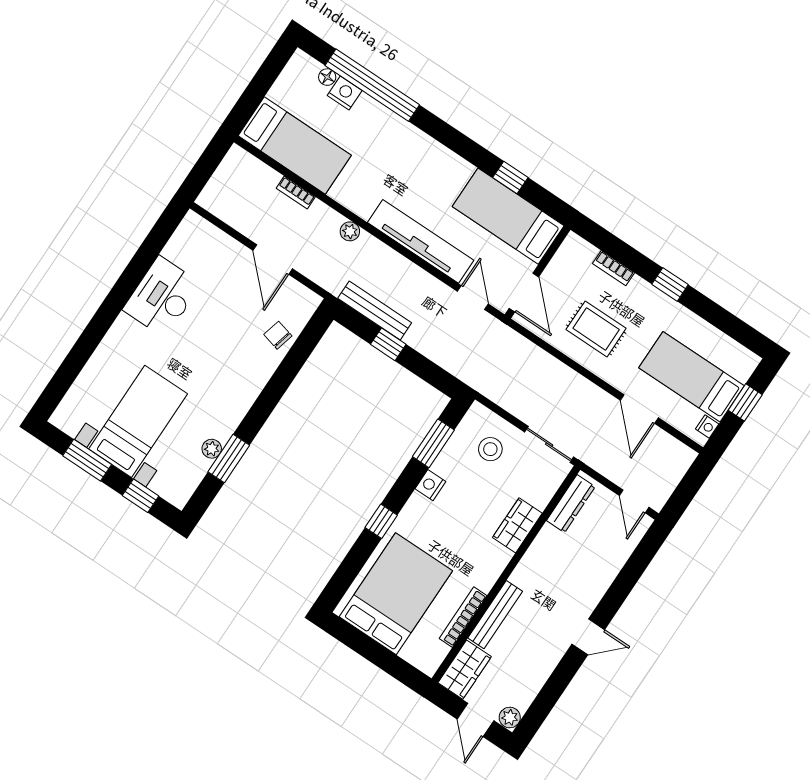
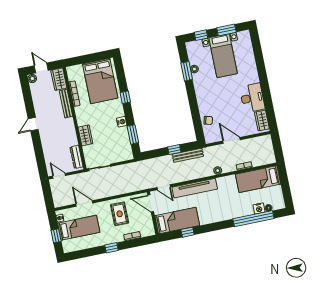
wardrobe: (185, 240) -> (262, 120), added
rug: (596, 329) -> (120, 214), turned 90
stool: (490, 449) -> (115, 149), removed

